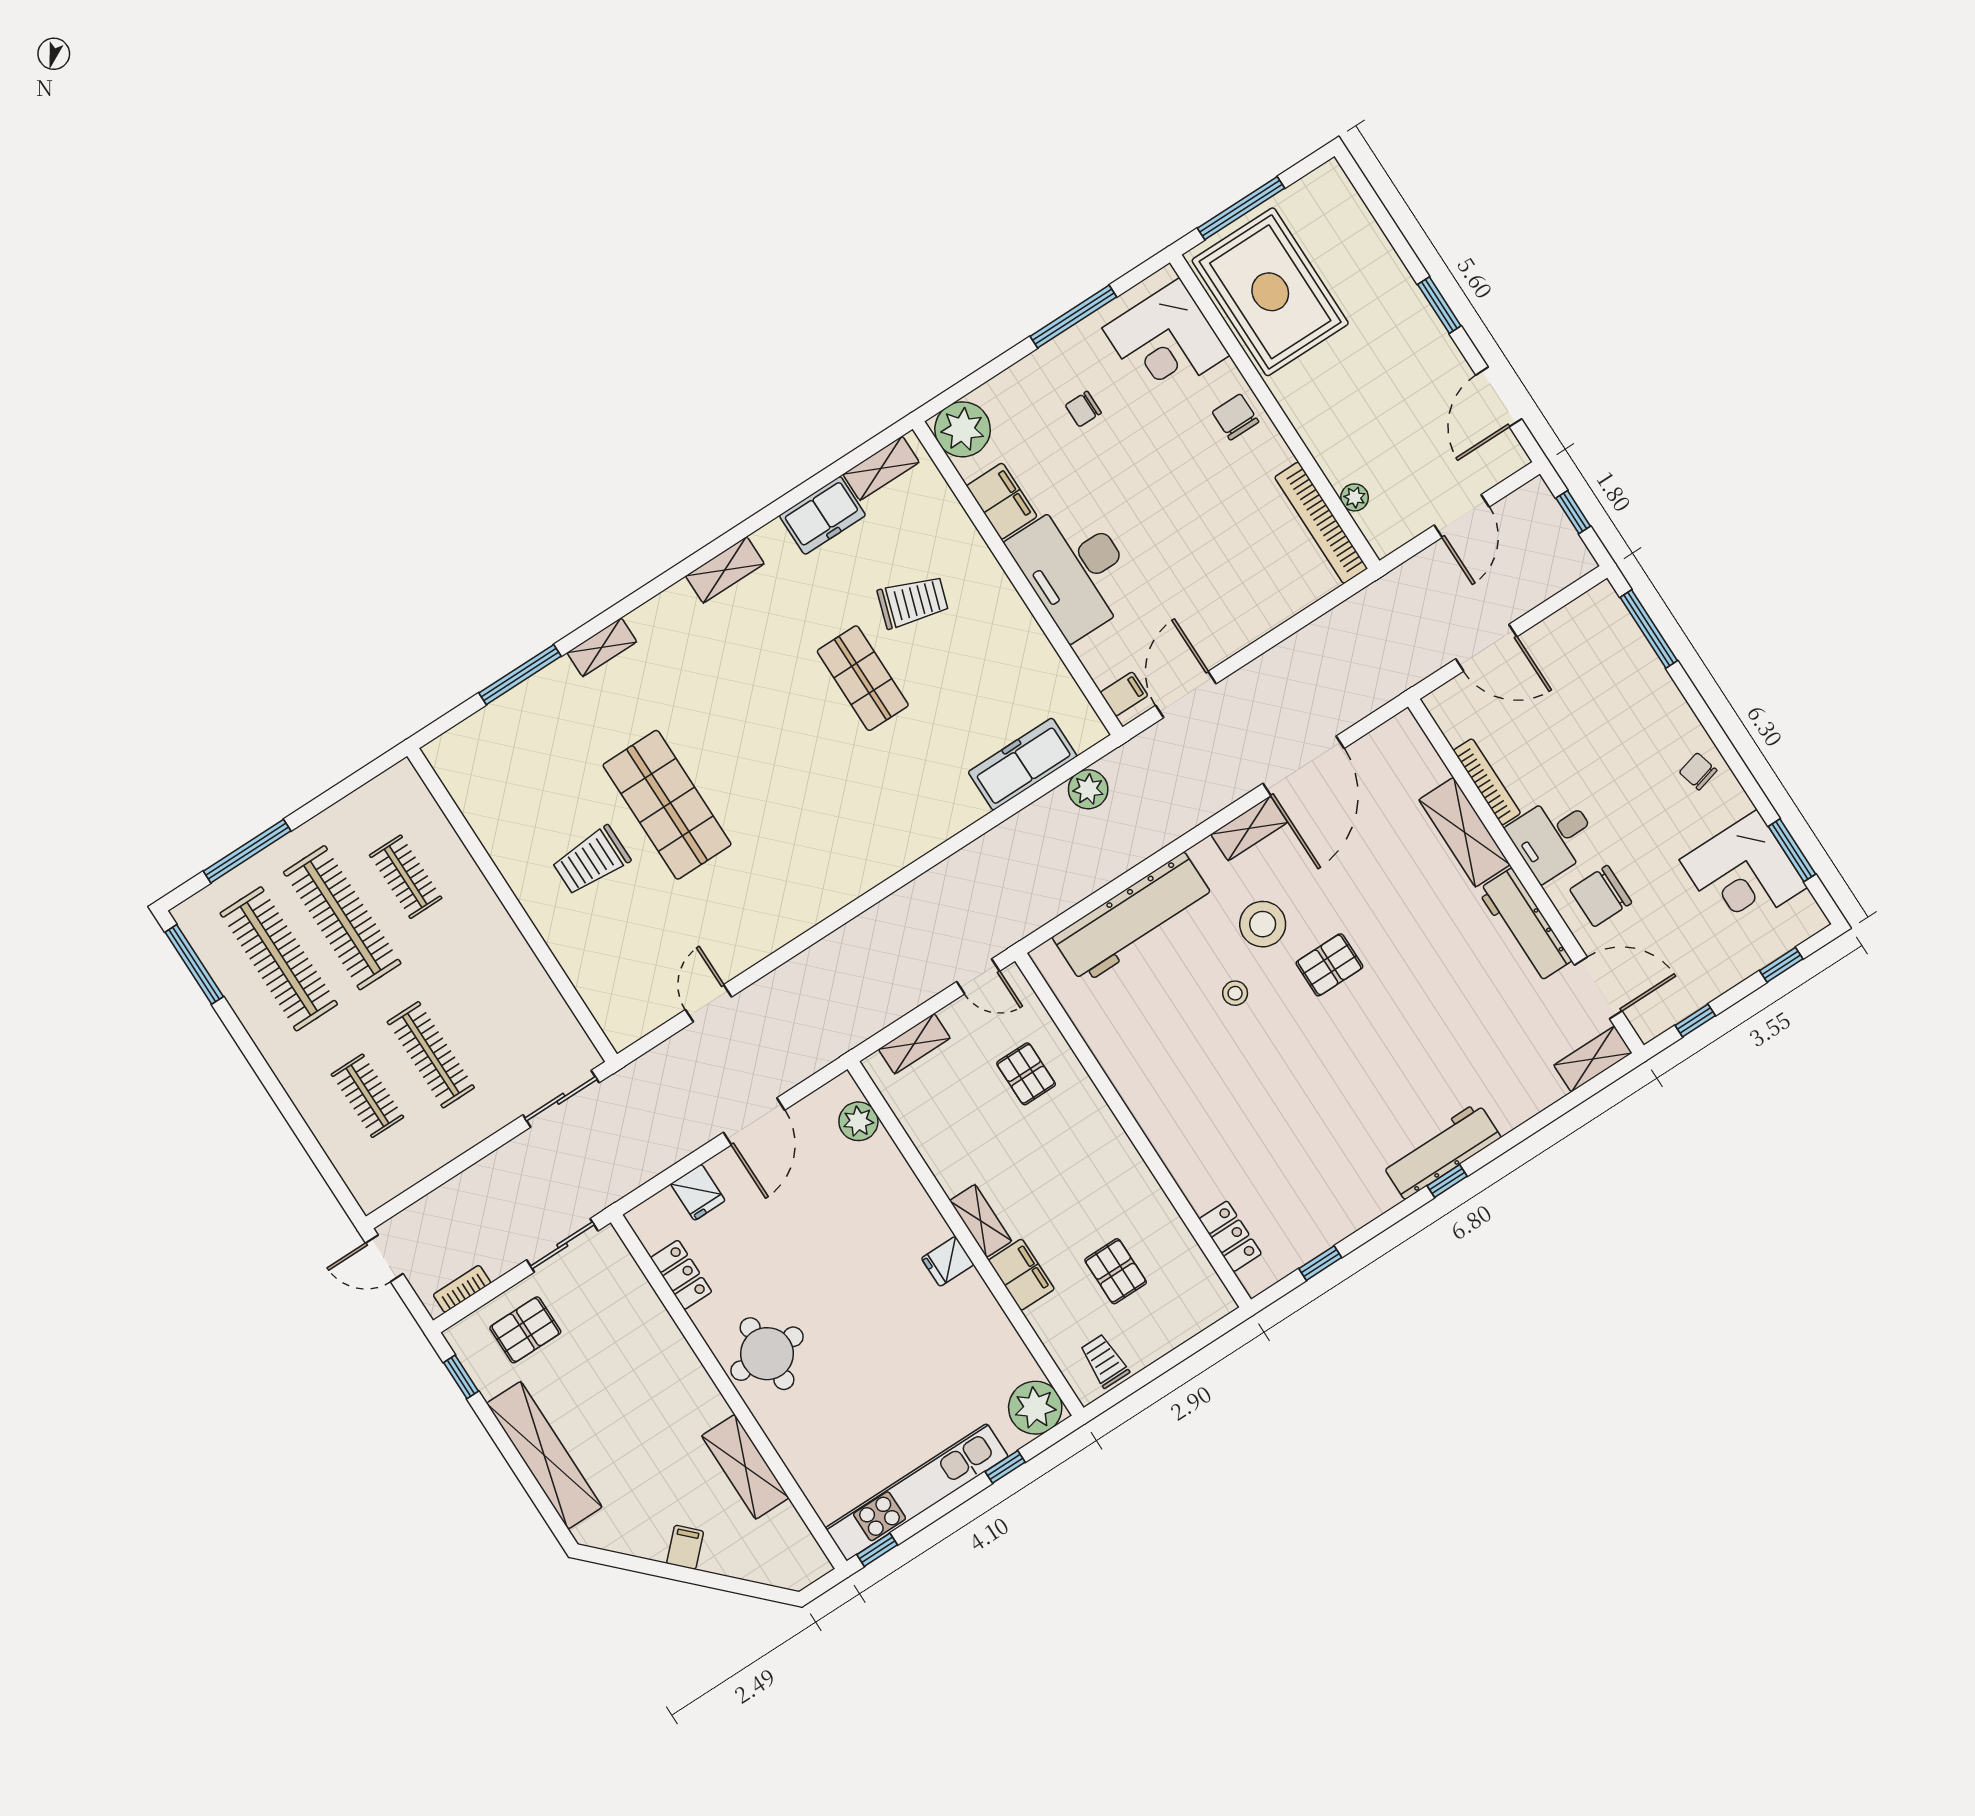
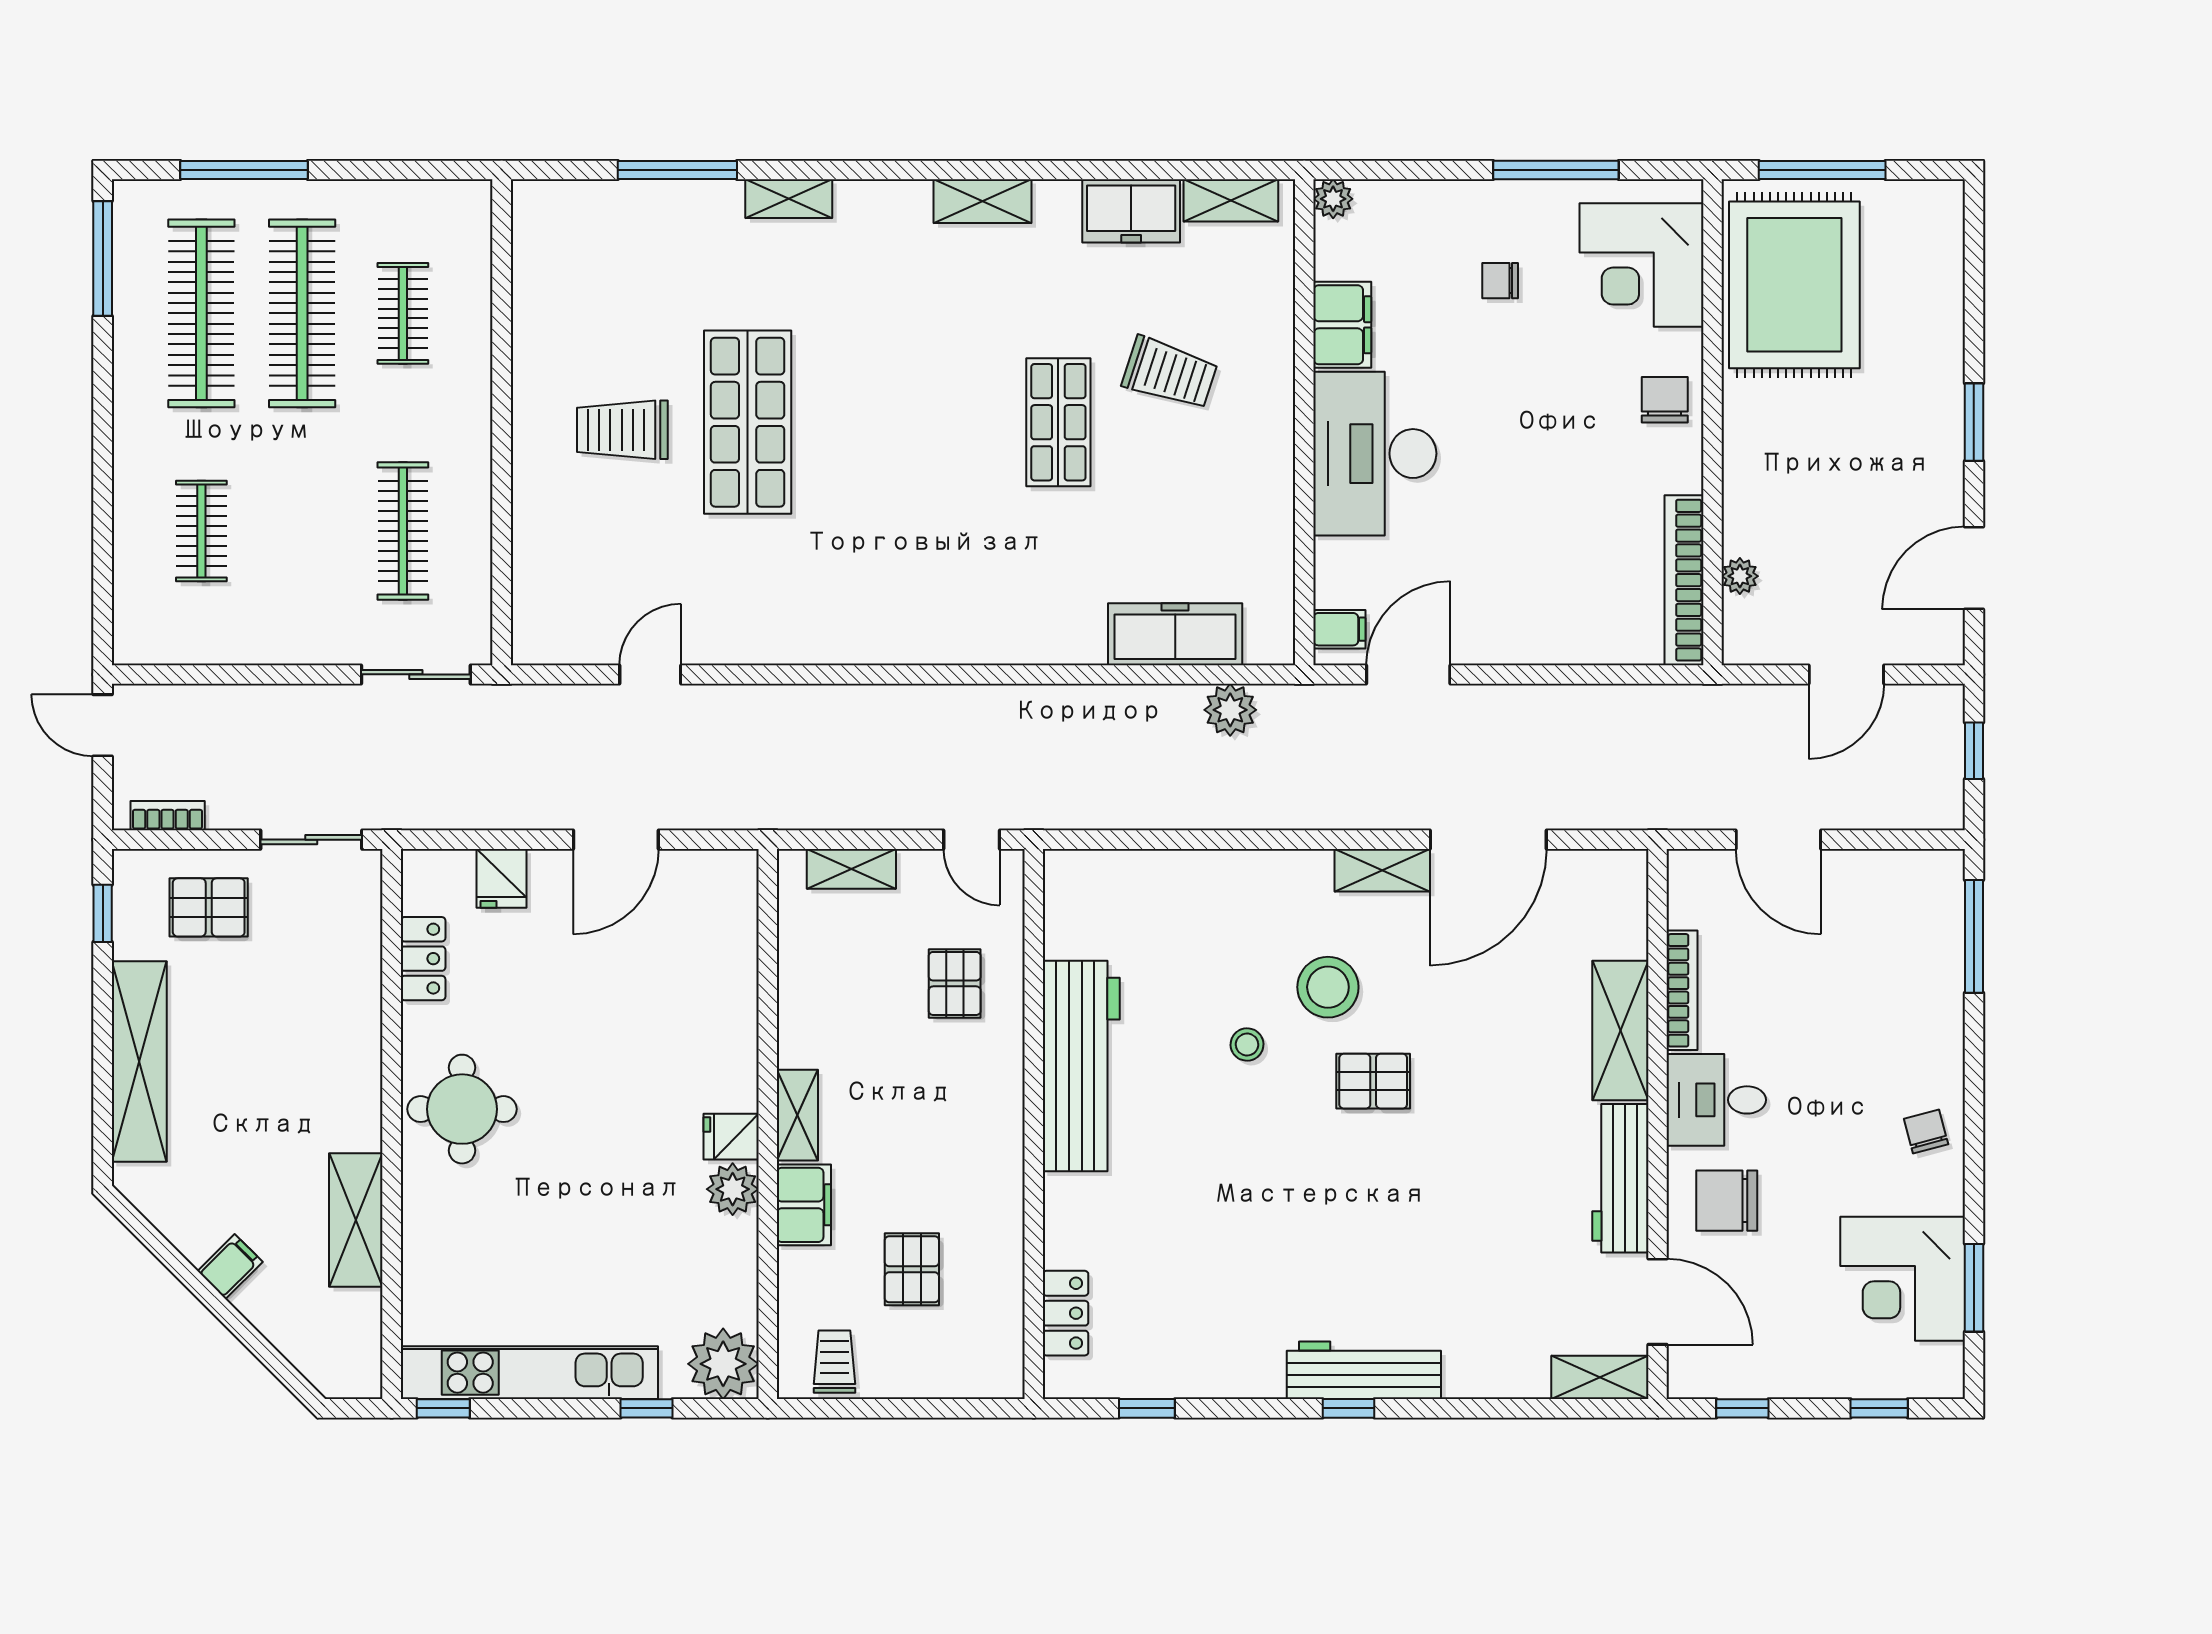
plant: (963, 429) -> (1333, 199), width x0.53, depth x0.53
workbench: (1134, 918) -> (1081, 1066), moved, turned -90
clothes rail: (431, 1055) -> (403, 531), moved
plant: (858, 1121) -> (733, 1189), moved

